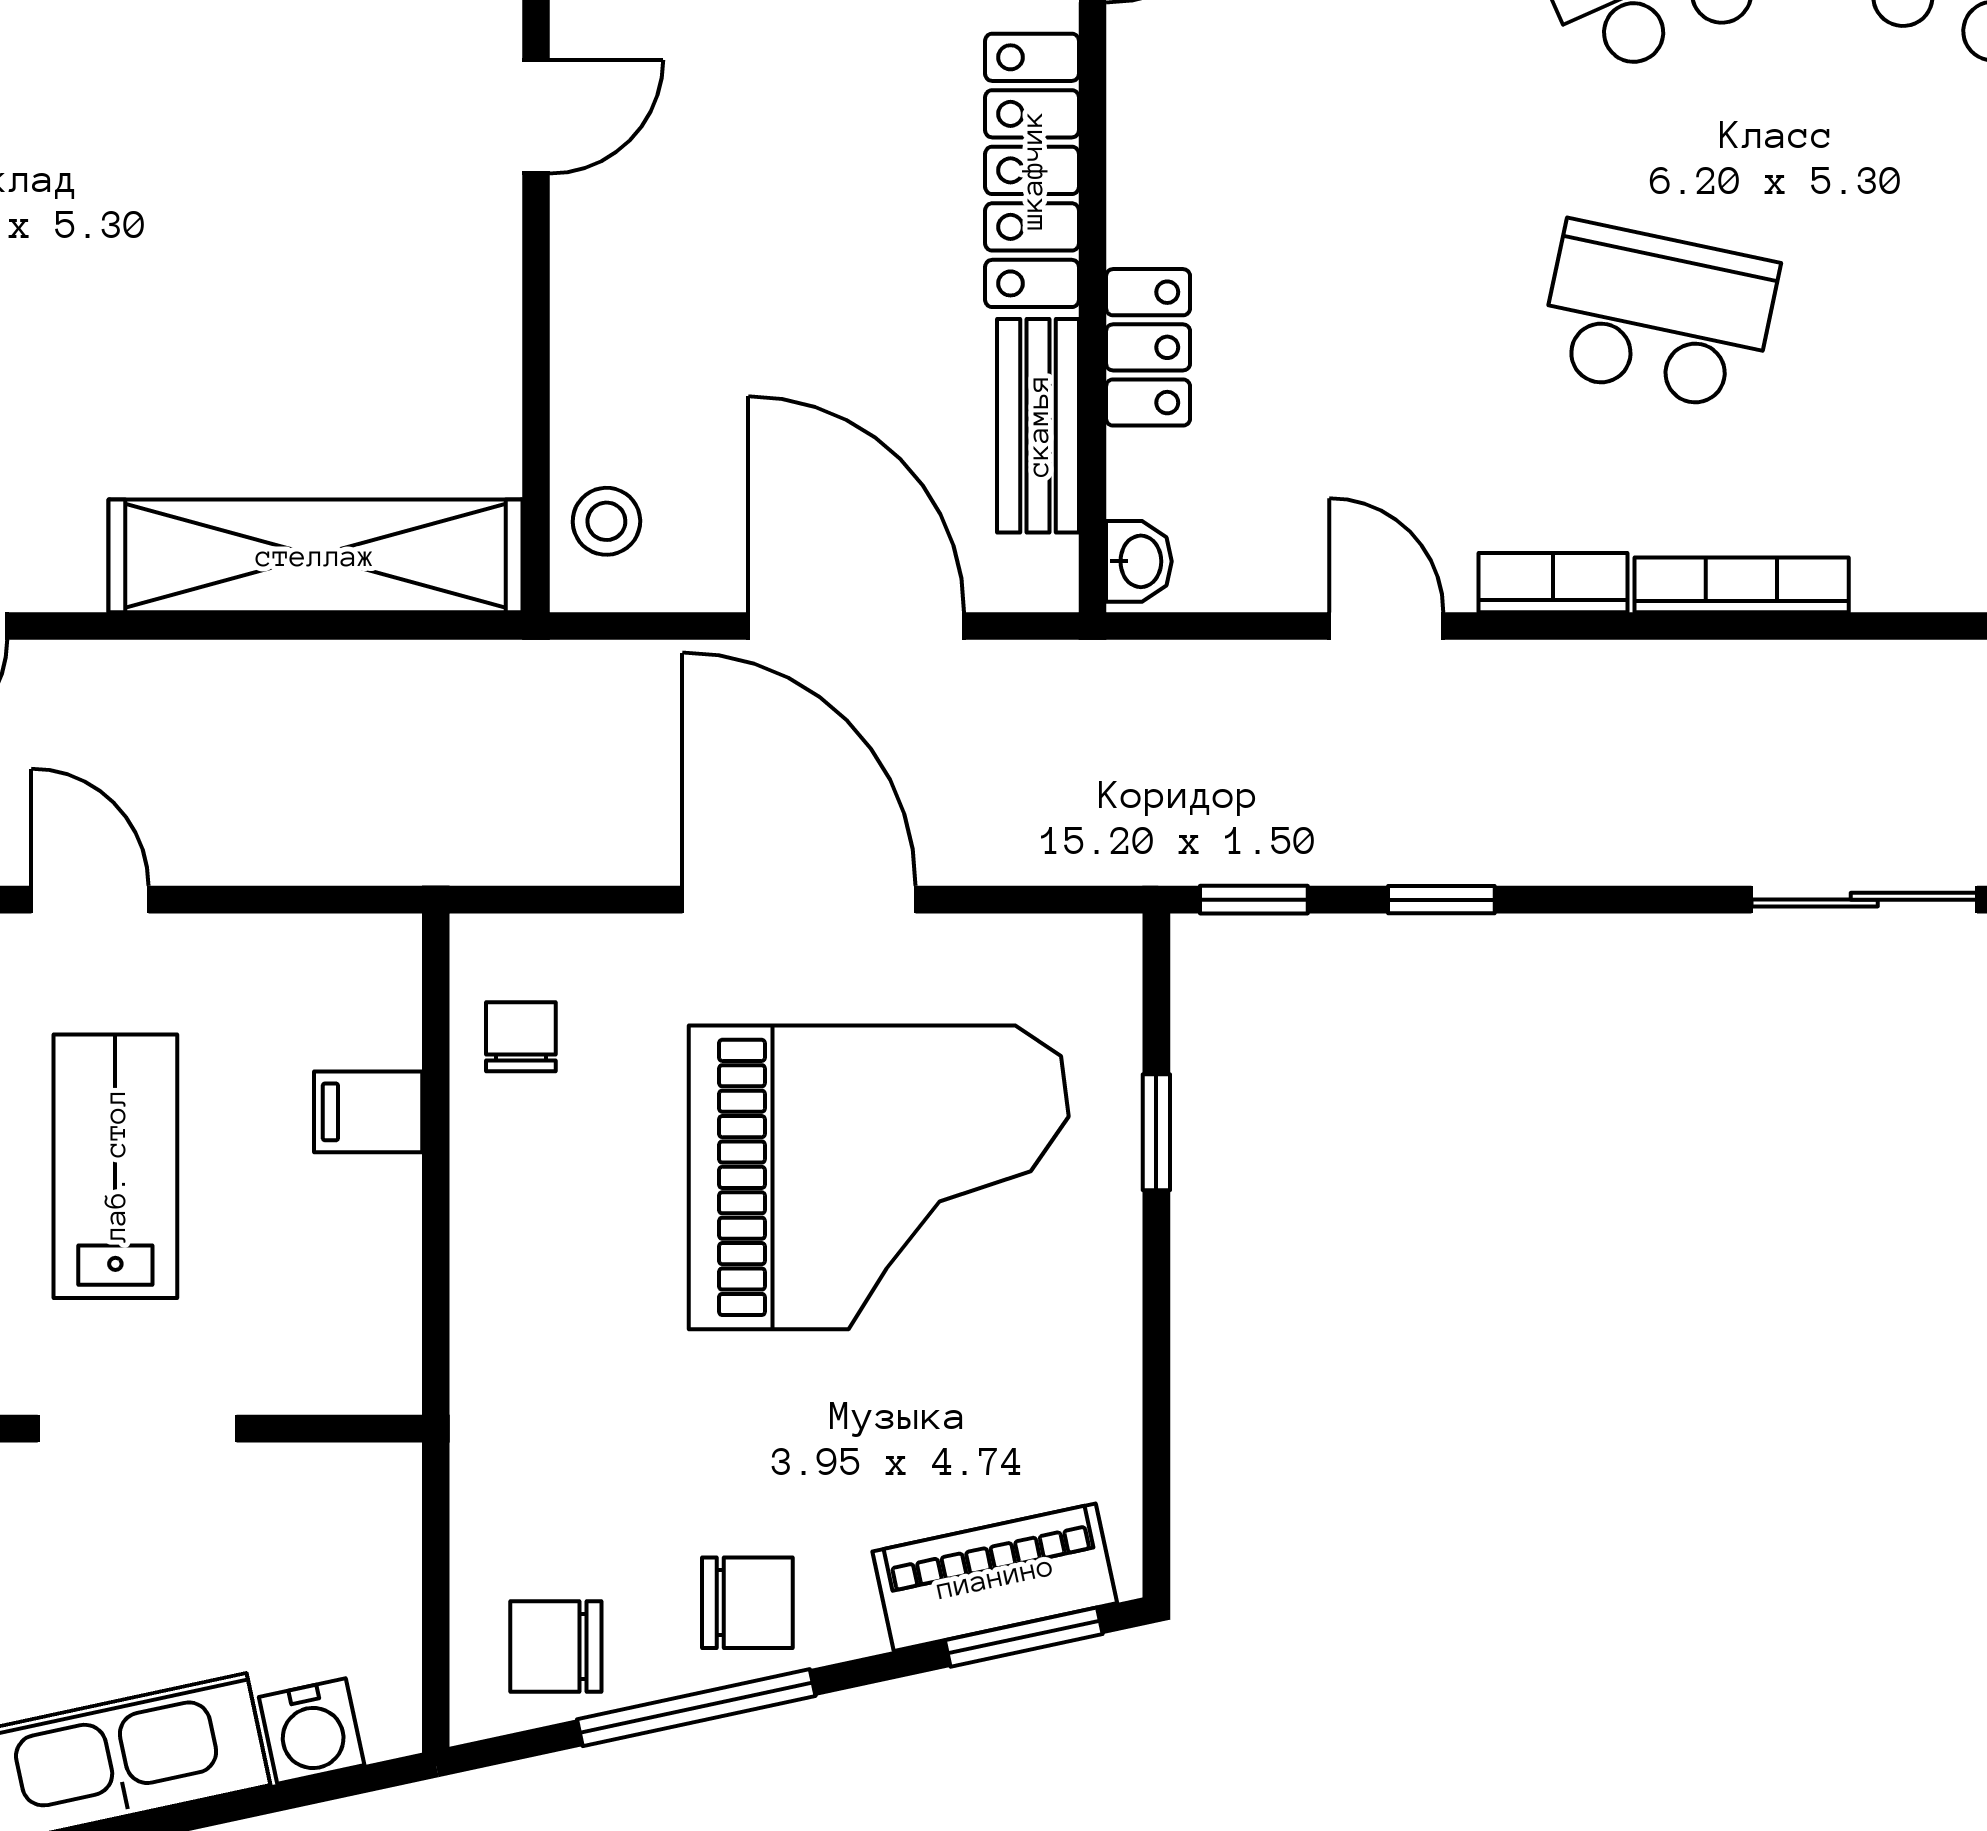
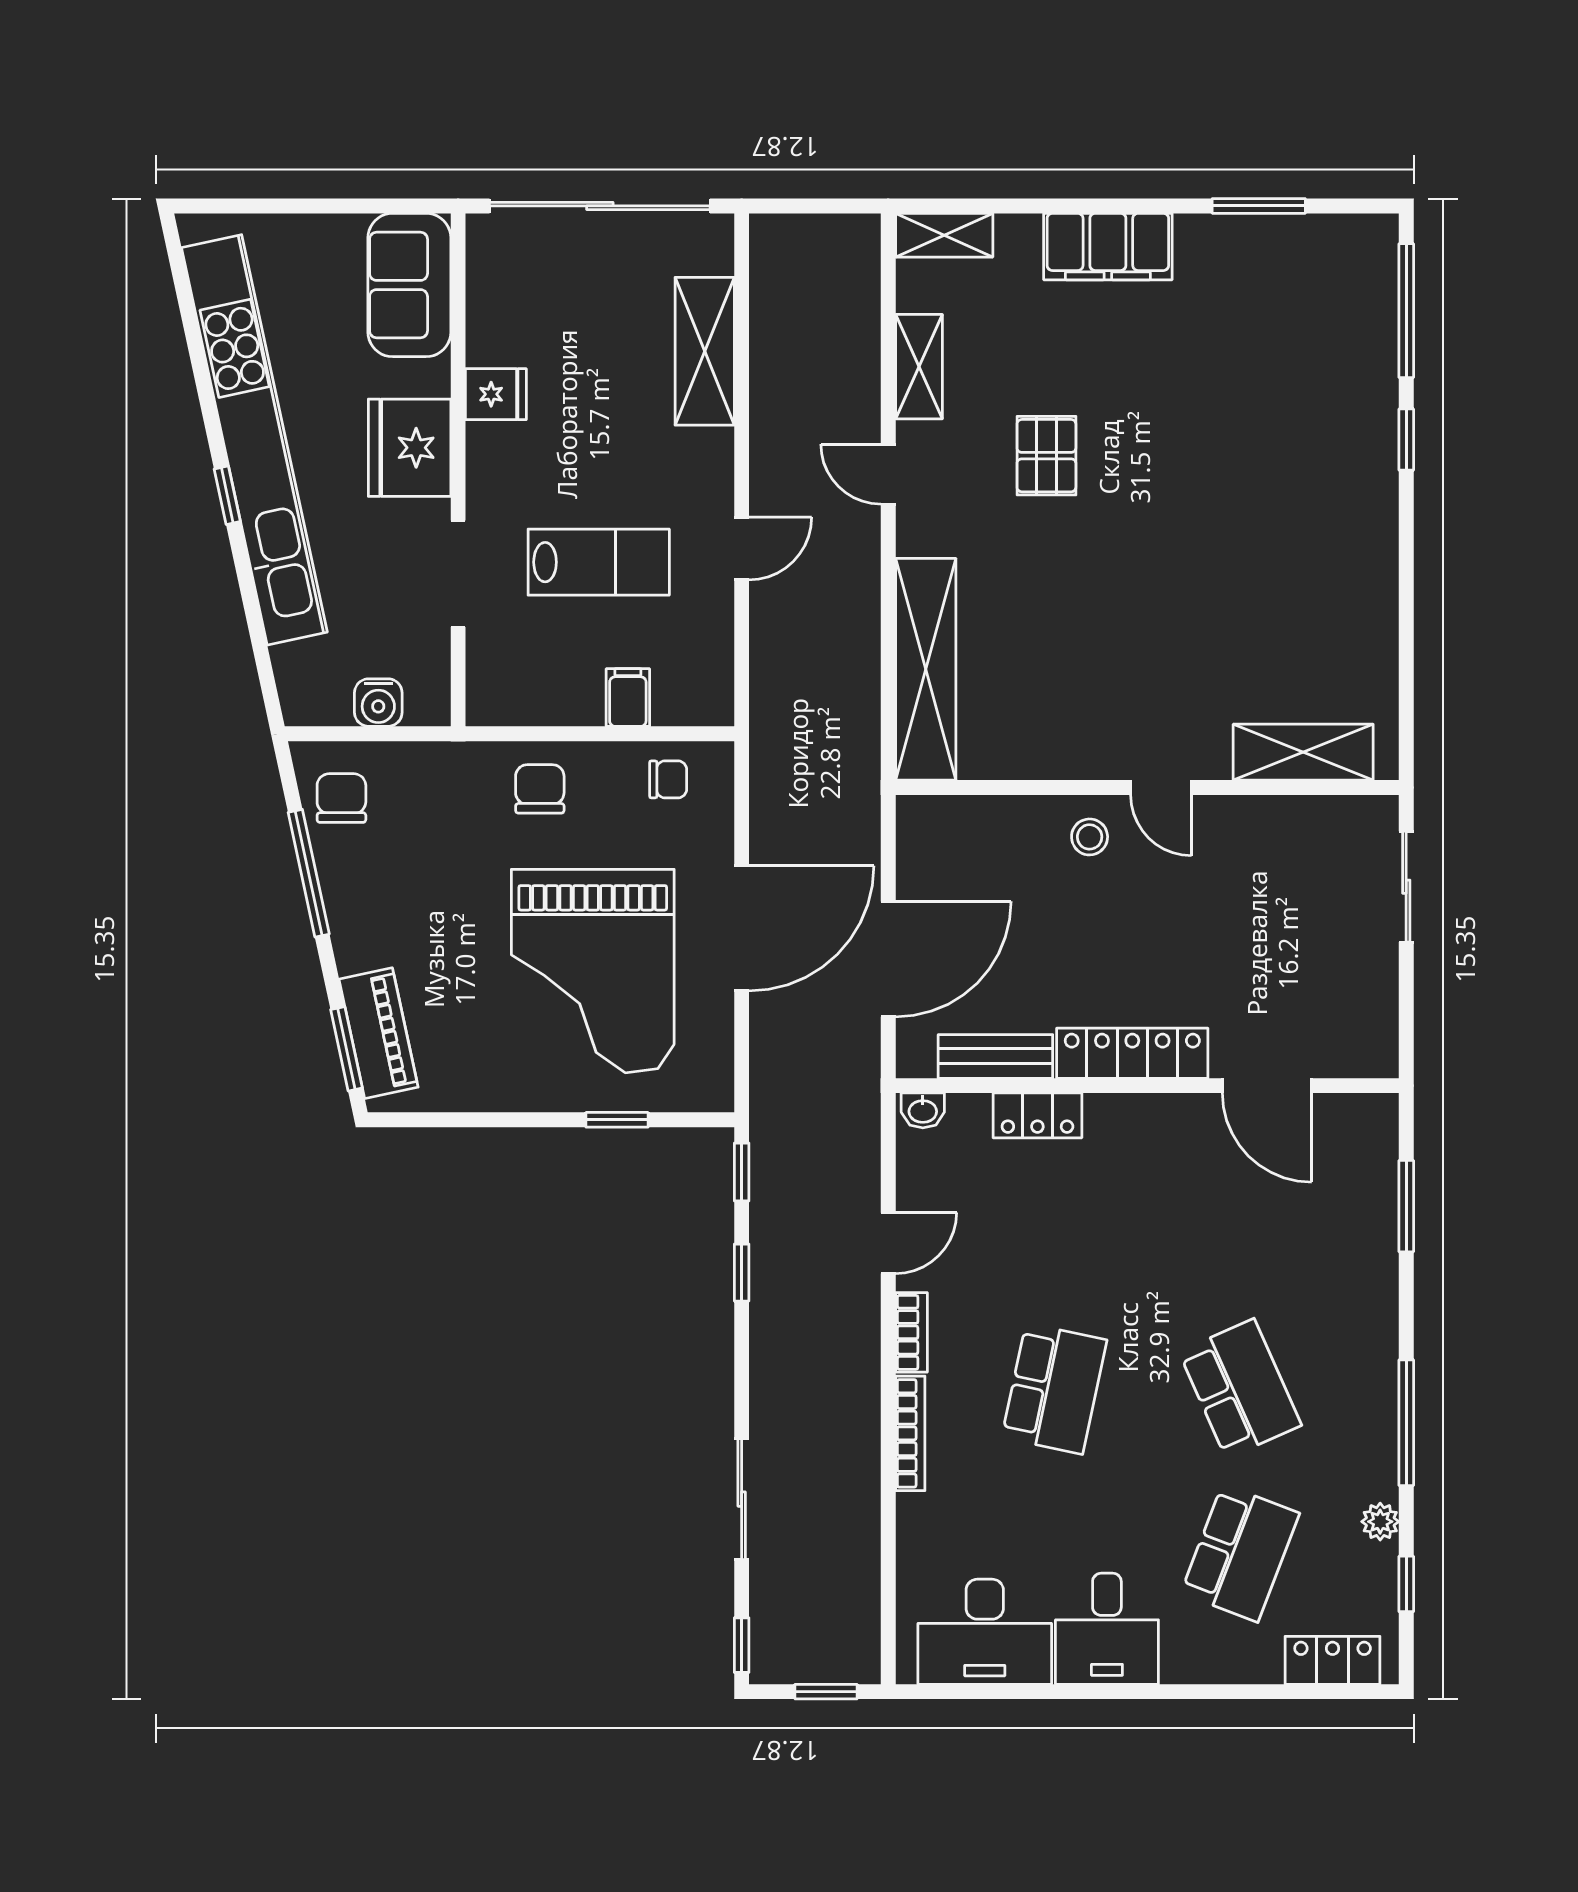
stool: (606, 521) -> (1090, 837), moved
chair: (747, 1603) -> (540, 789), moved, turned 180
water cooler: (312, 1731) -> (378, 703), moved, turned -78

